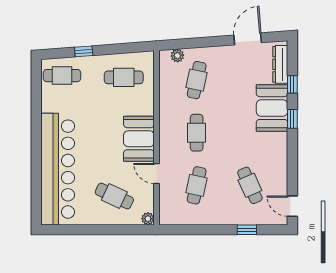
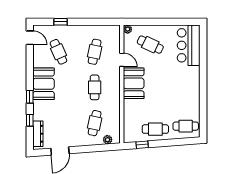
window: (84, 51) -> (142, 145), moved
cafe table: (124, 77) -> (155, 129), moved
booth: (272, 108) -> (44, 84), moved
bar counter: (58, 169) -> (189, 45), width x0.54

